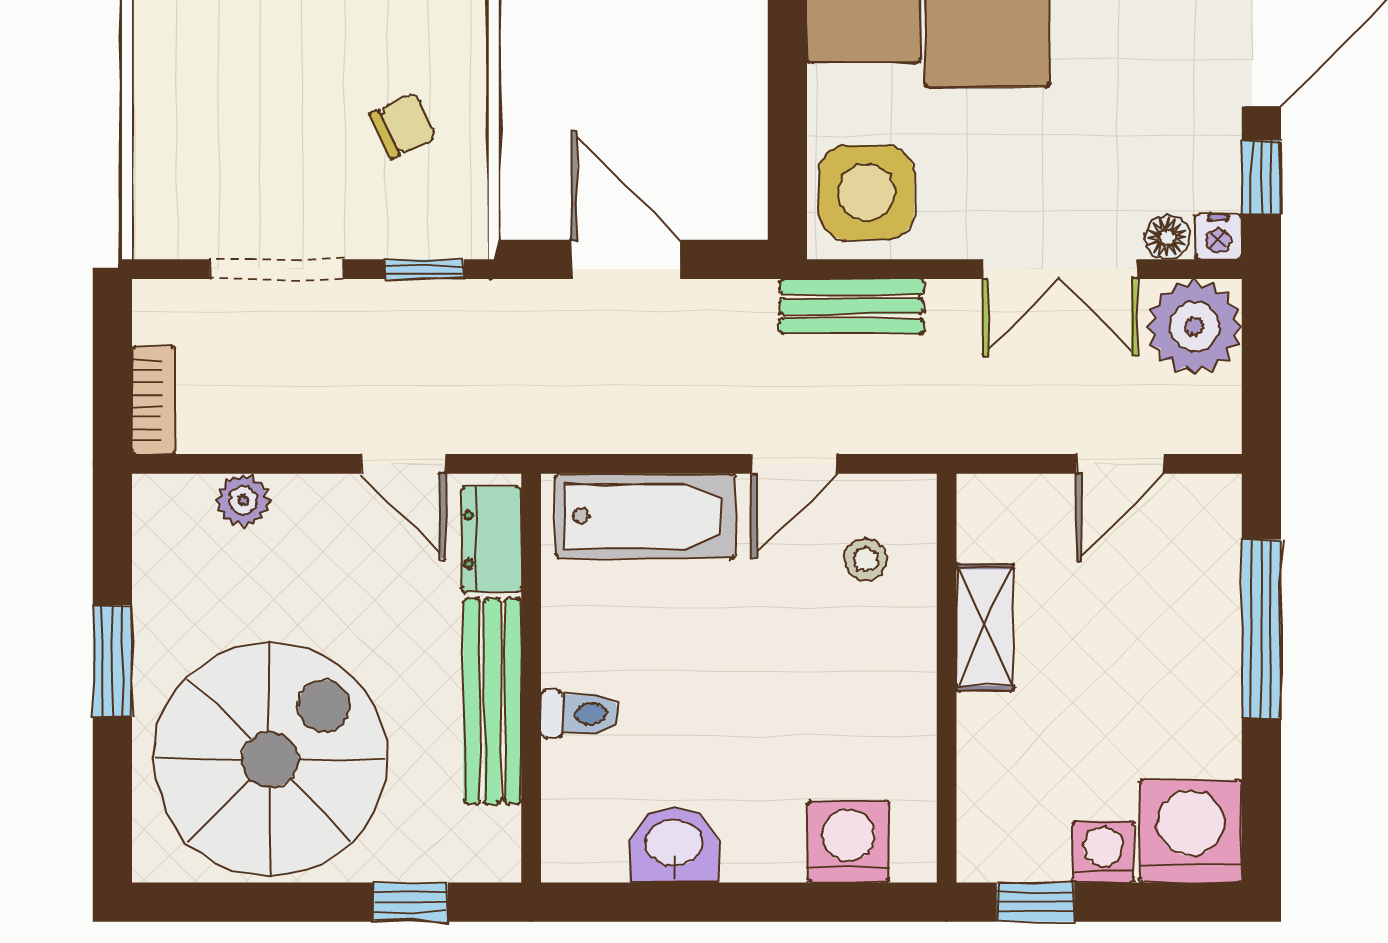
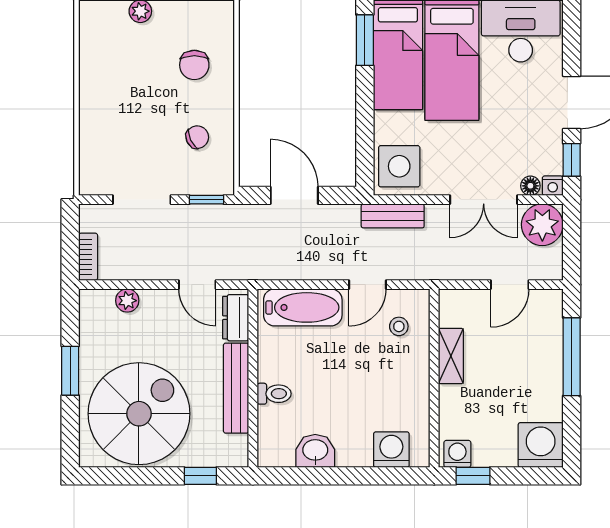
washing machine: (1103, 852) -> (457, 454), moved

